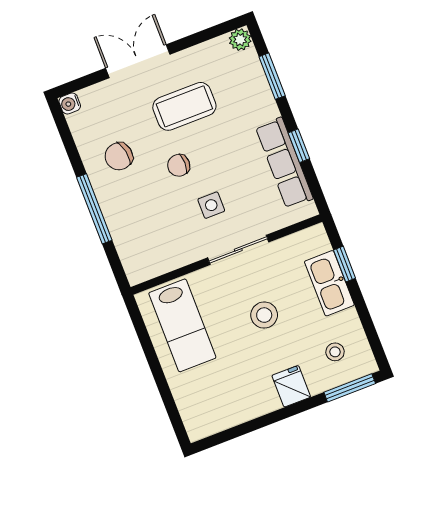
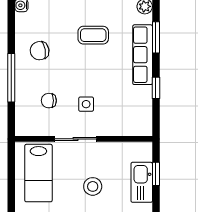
coffee table: (184, 106) -> (93, 35), width x0.73, depth x0.77
row of seats: (284, 163) -> (143, 55), moved
chair: (179, 165) -> (49, 101), moved
sliding door: (238, 250) -> (76, 139), moved

